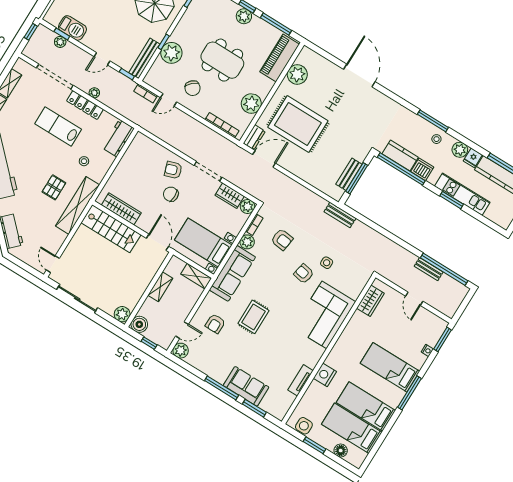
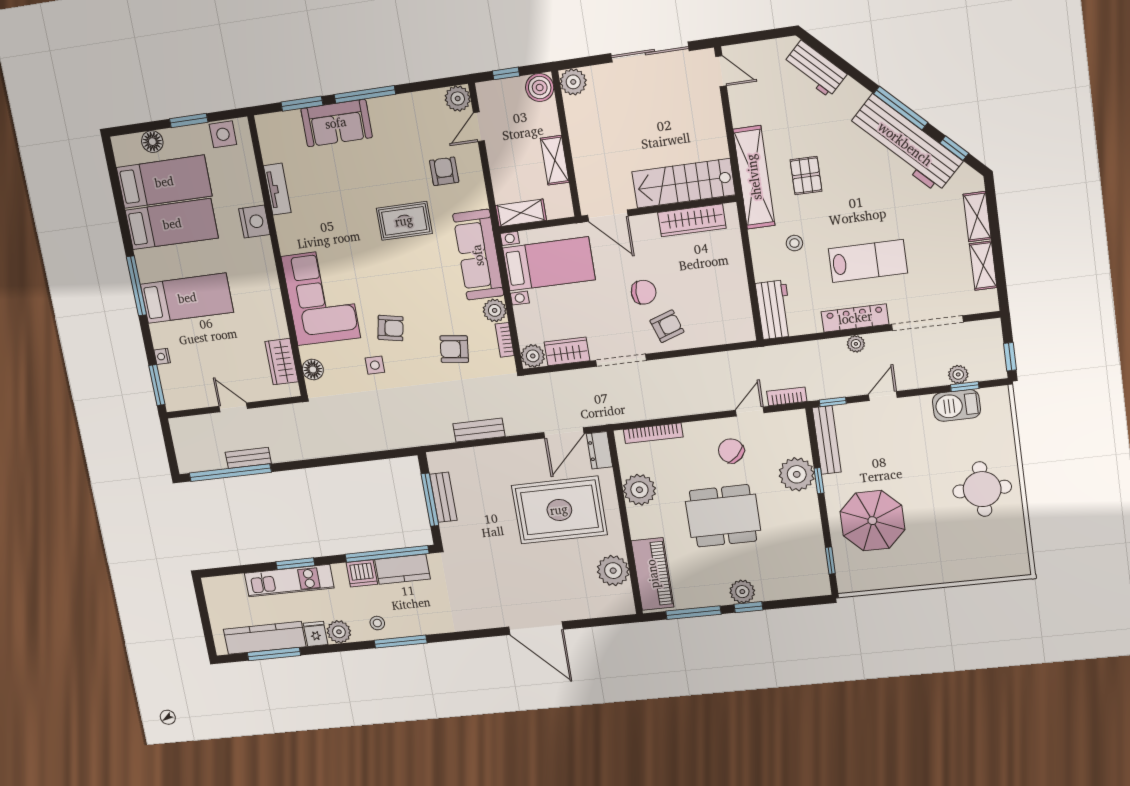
bench: (340, 215) -> (479, 430), moved
floor lamp: (359, 285) -> (313, 369), added
rug: (254, 317) -> (404, 221), turned 90

